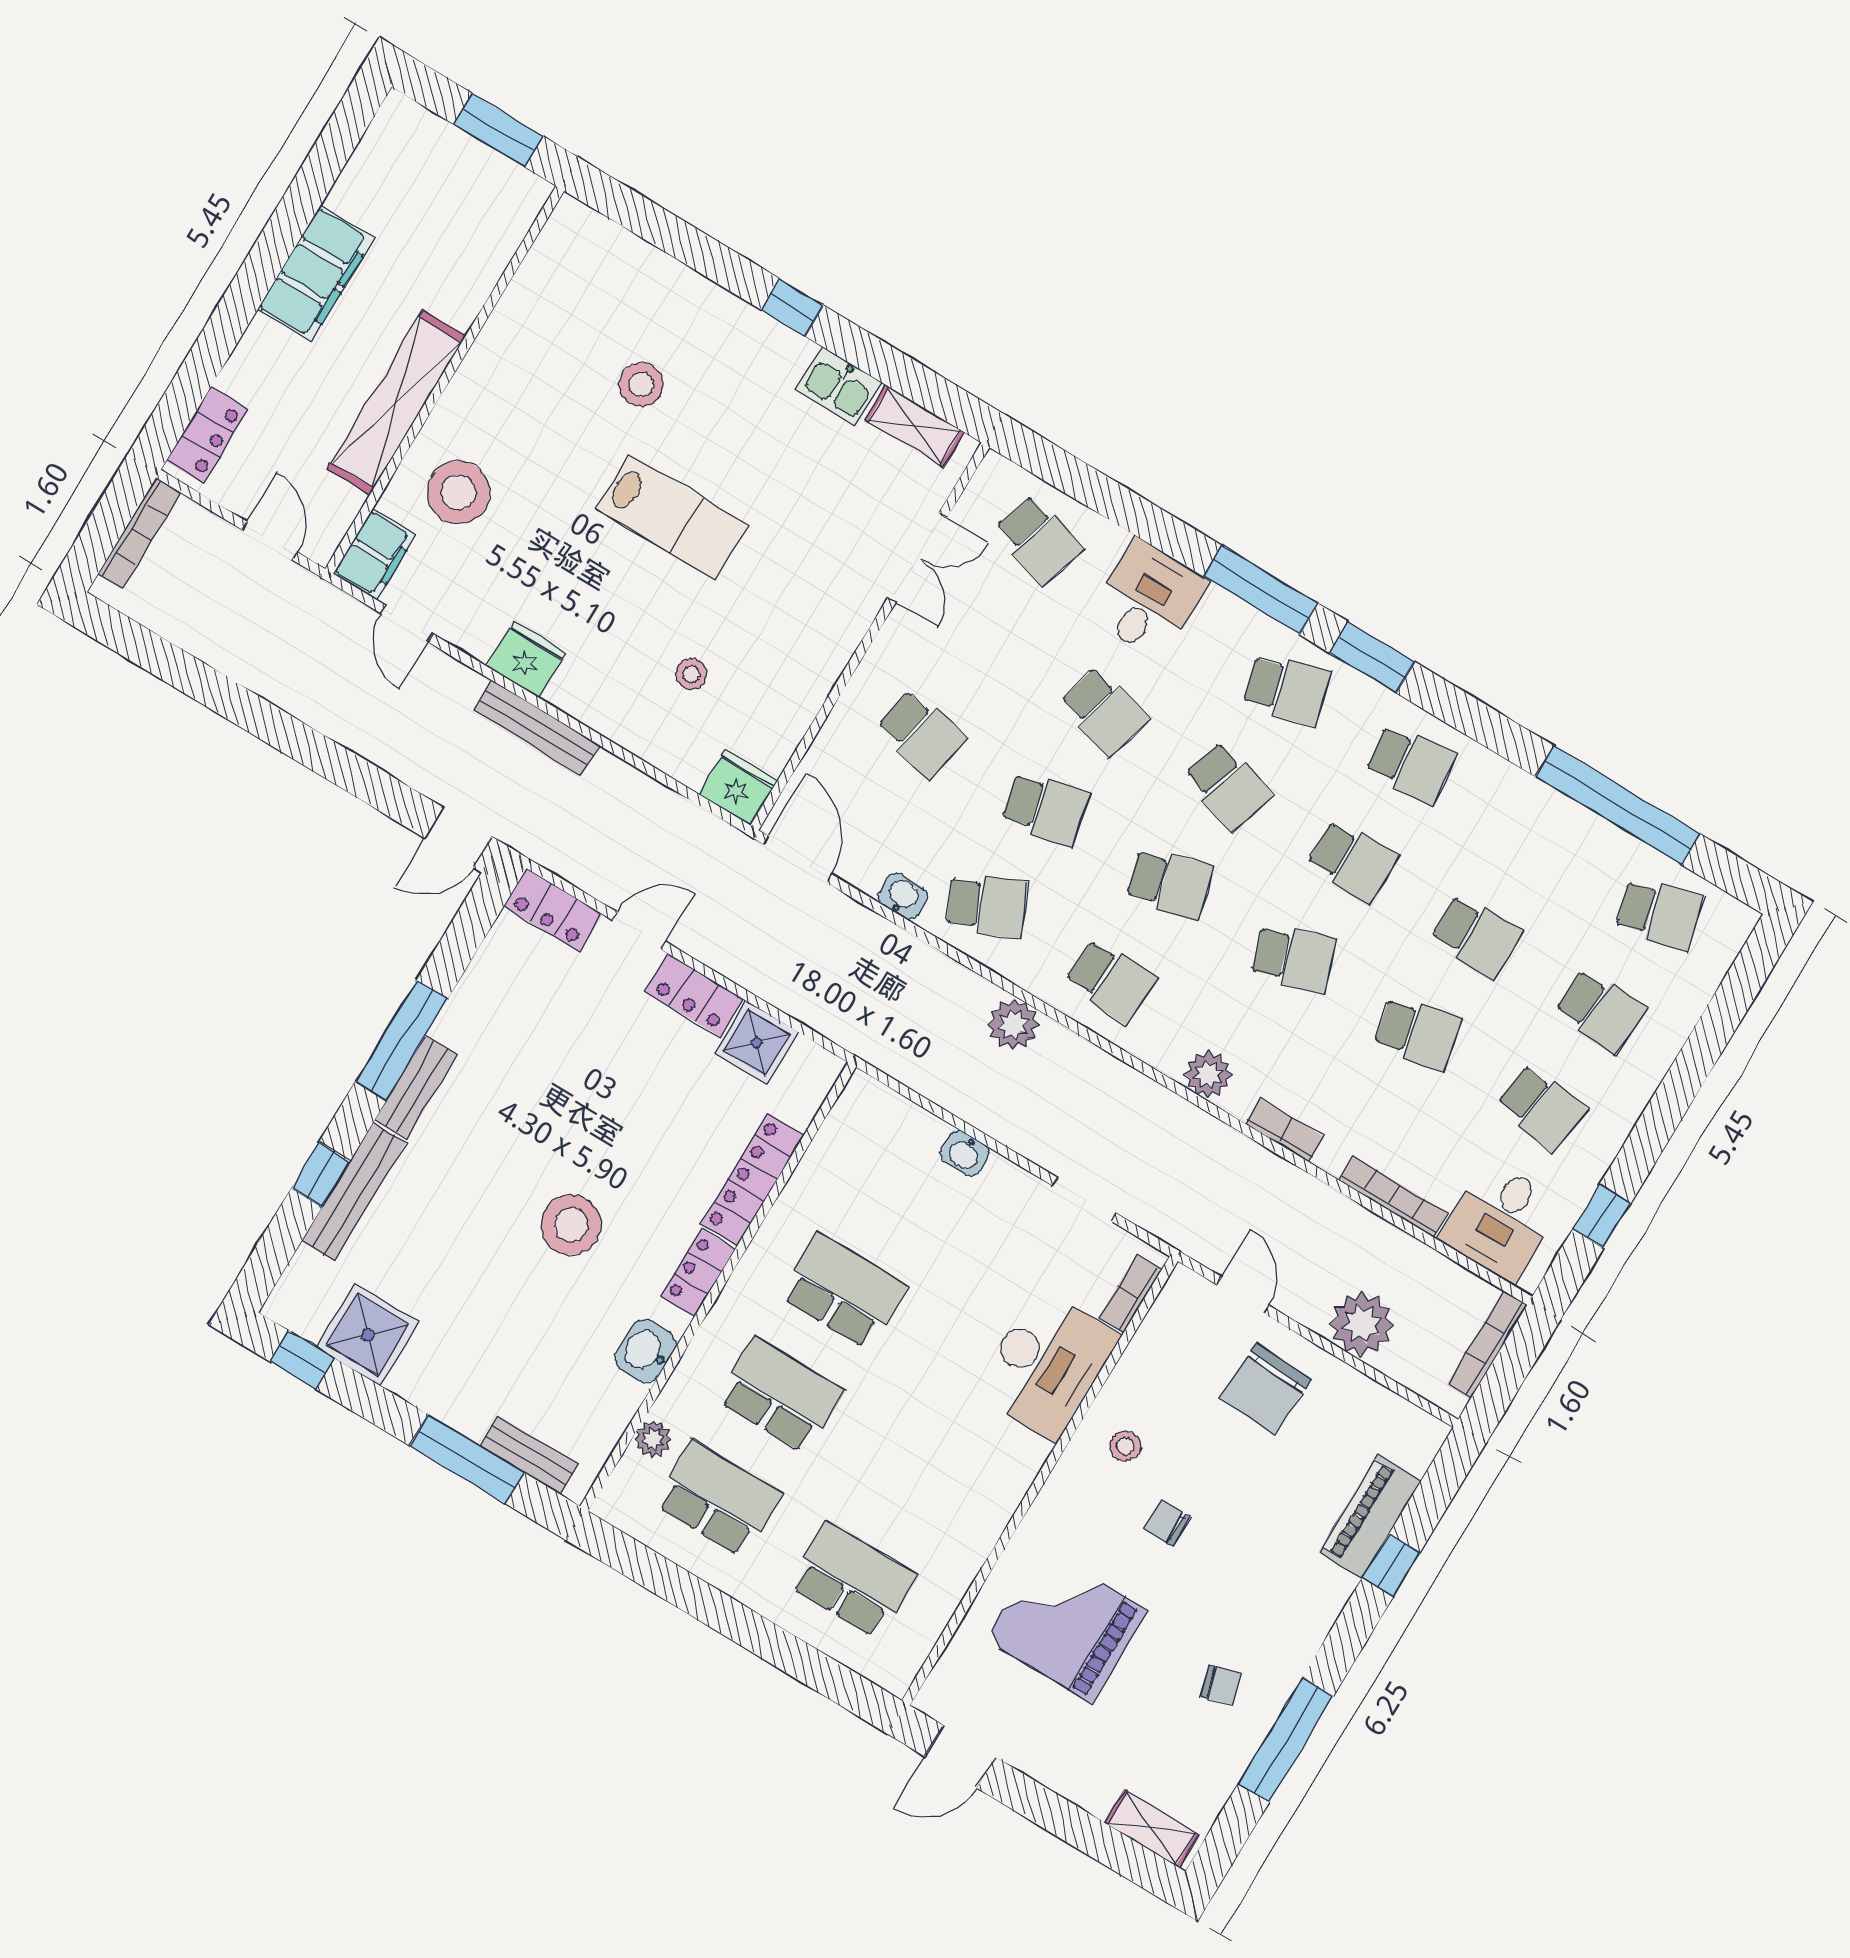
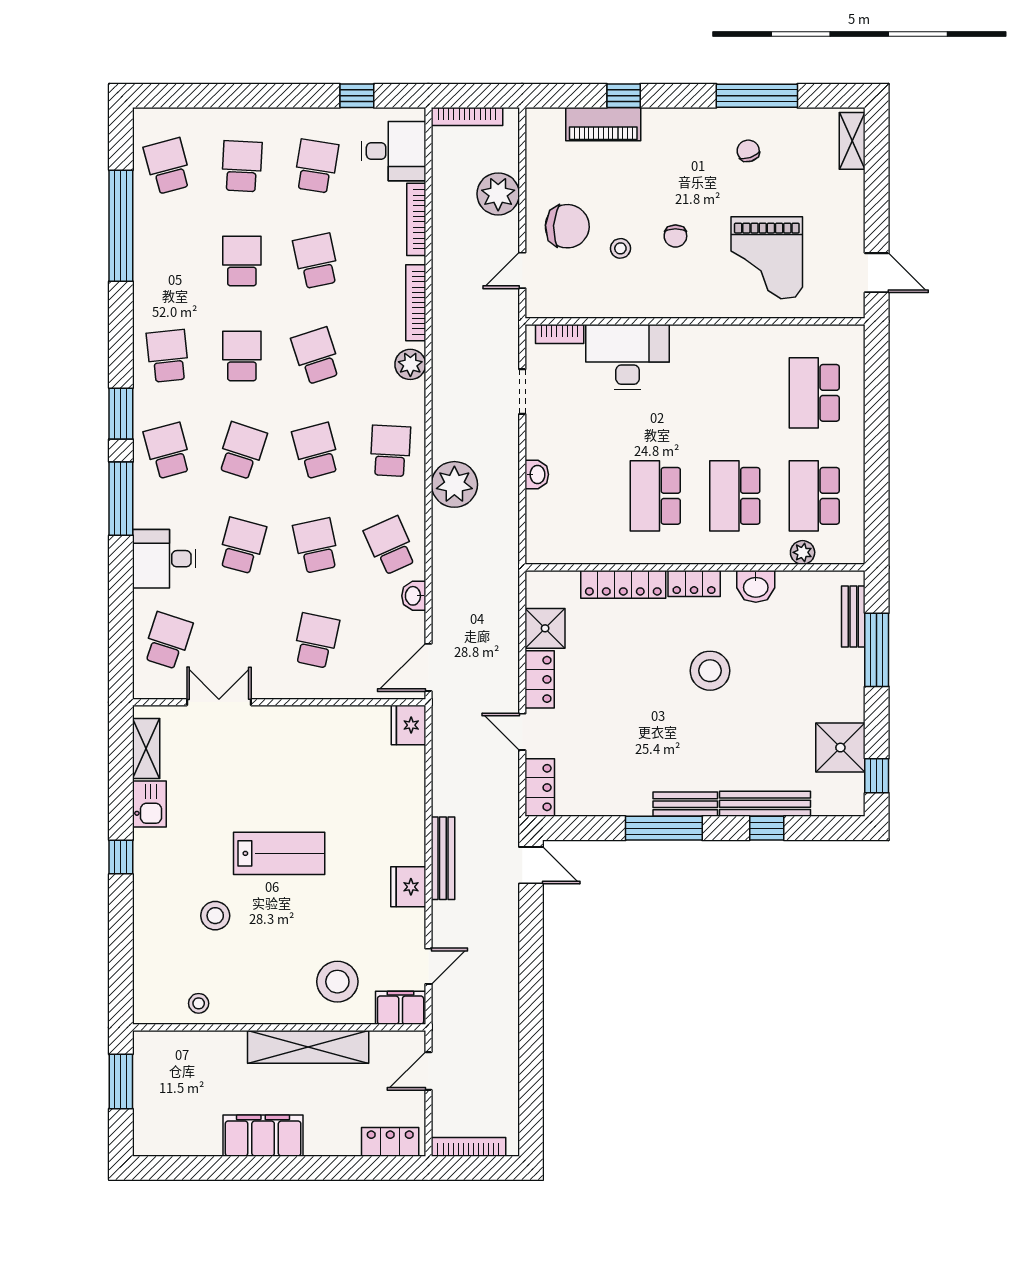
lab bench: (672, 517) -> (279, 853), turned 90
stool: (691, 674) -> (199, 1003), moved
plant: (1013, 1025) -> (454, 484), width x1.36, depth x1.36
bookcase: (1284, 1130) -> (416, 303), width x1.56
stool: (1125, 1446) -> (620, 248), moved

